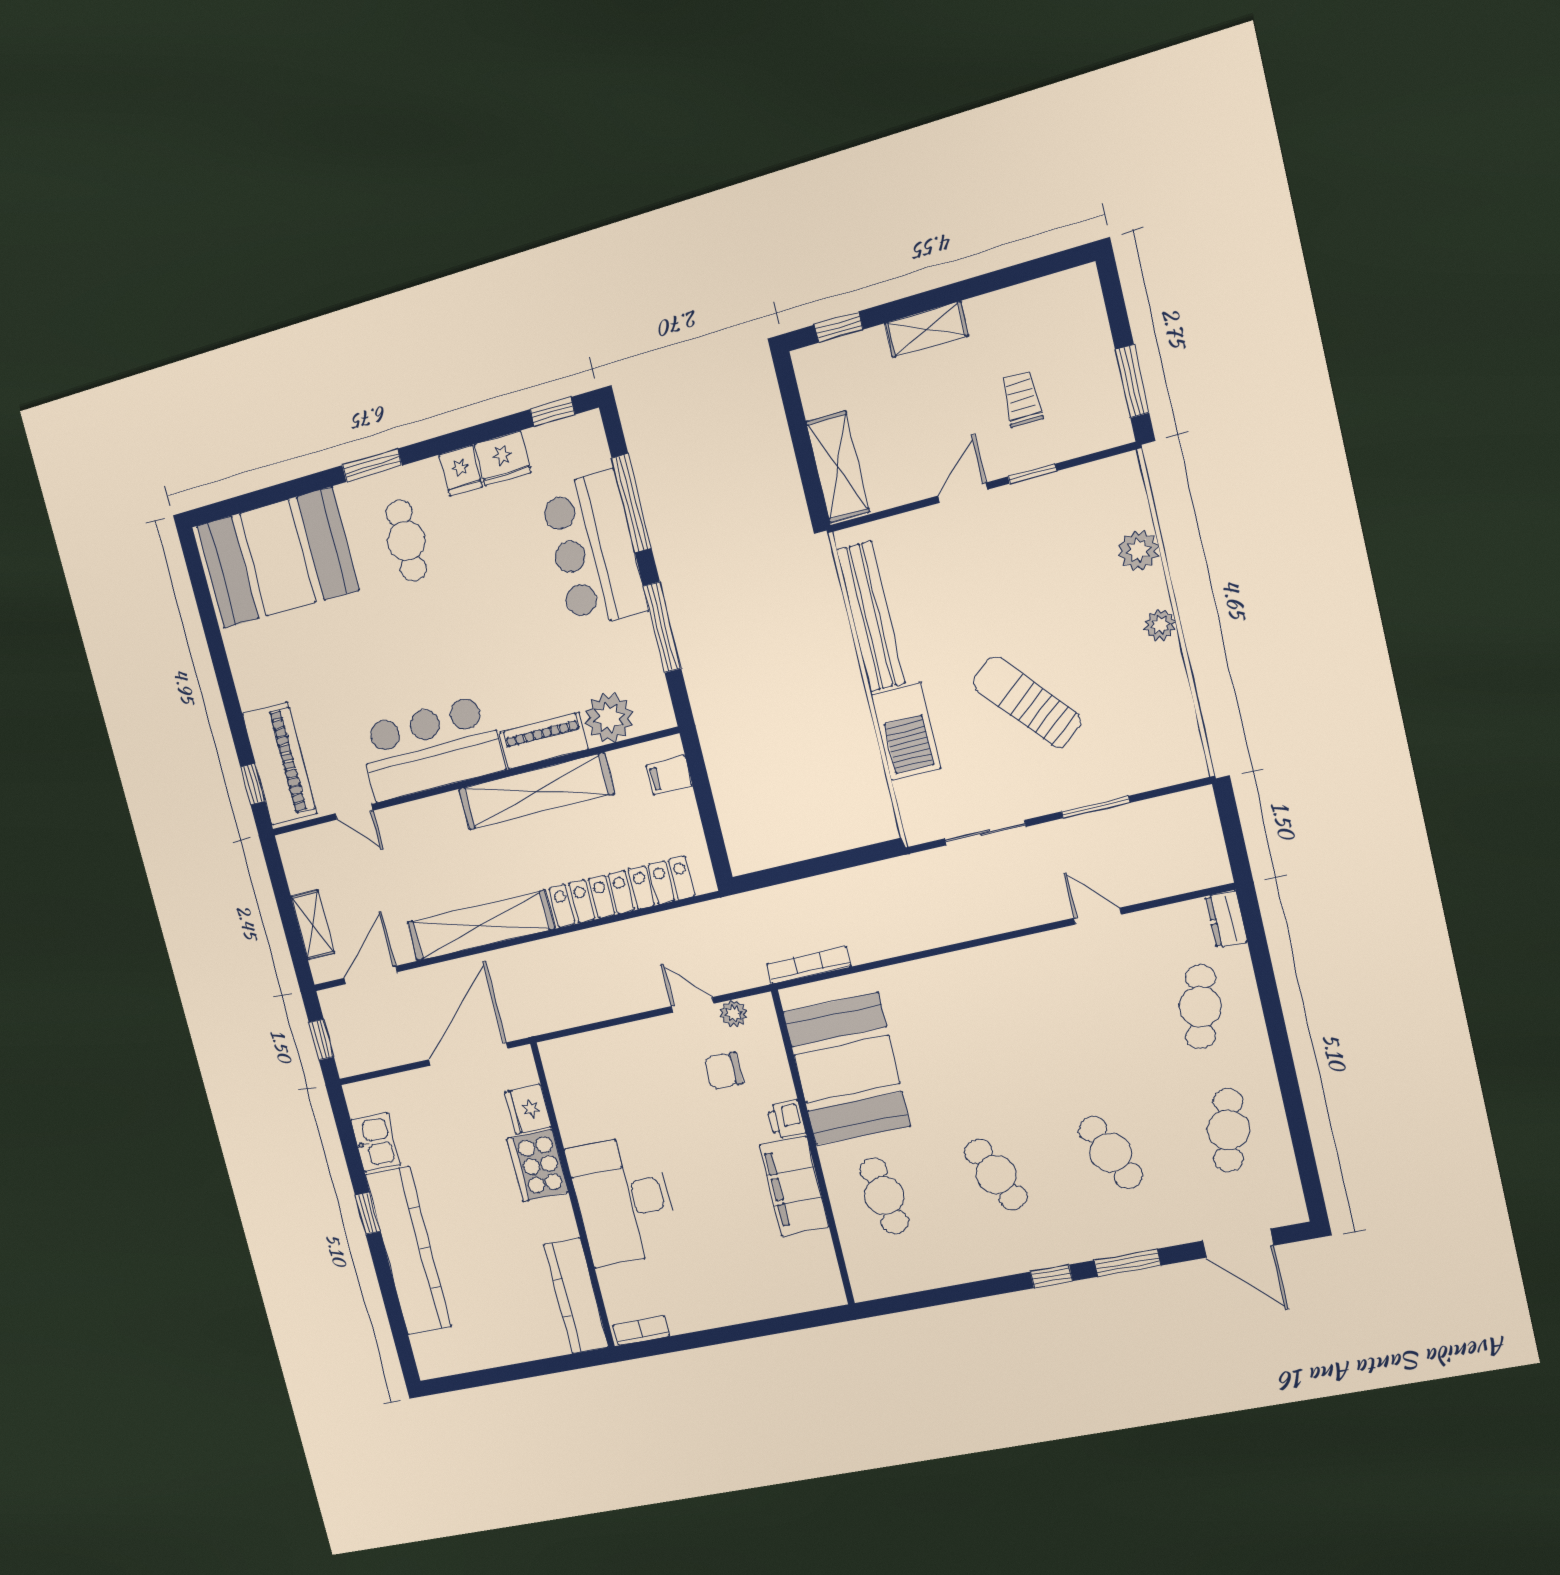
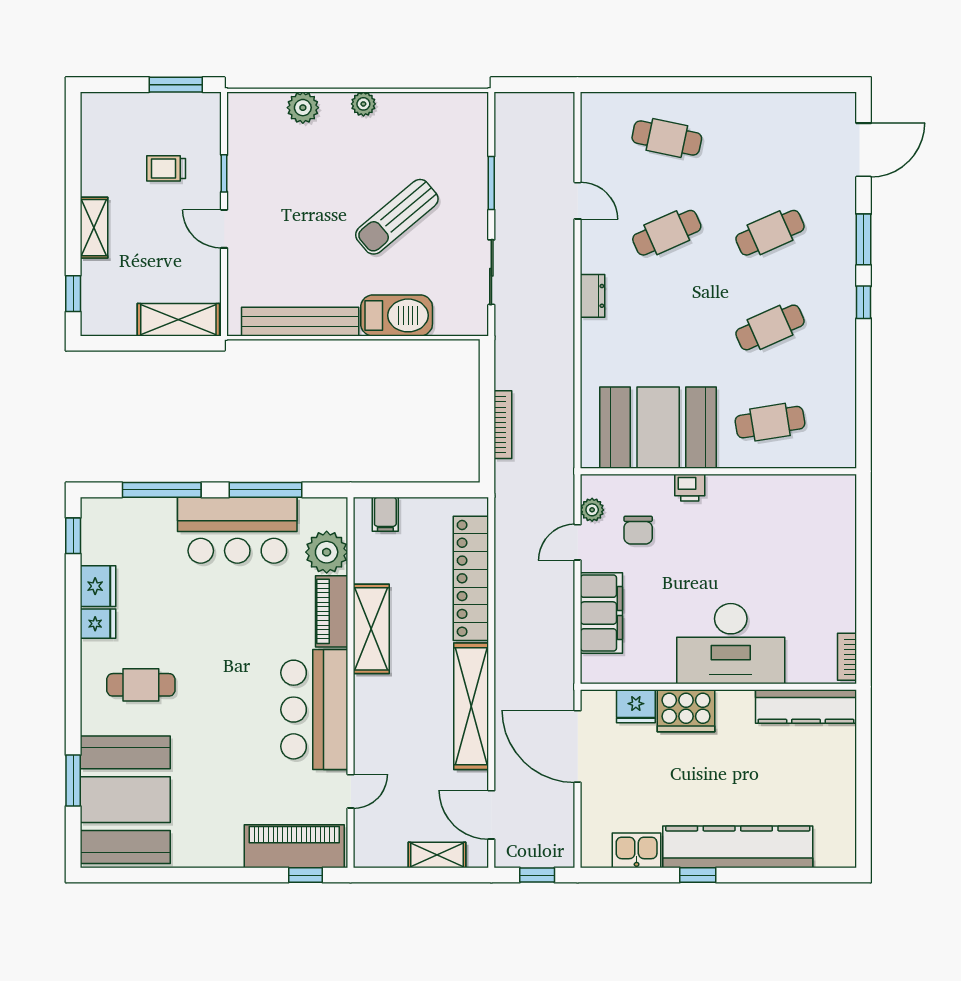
window: (372, 465) -> (73, 781), moved
bar counter: (594, 550) -> (237, 530), moved
shelving: (536, 791) -> (371, 629), width x0.68
door: (1097, 916) -> (578, 201), swing flipped
dresser: (1226, 919) -> (592, 296), moved, turned -90
bookcase: (809, 965) -> (503, 425), moved, turned 180
cafe table: (1228, 1130) -> (667, 233), moved, turned -36
filing cabinet: (794, 1186) -> (601, 613), moved, turned -90

